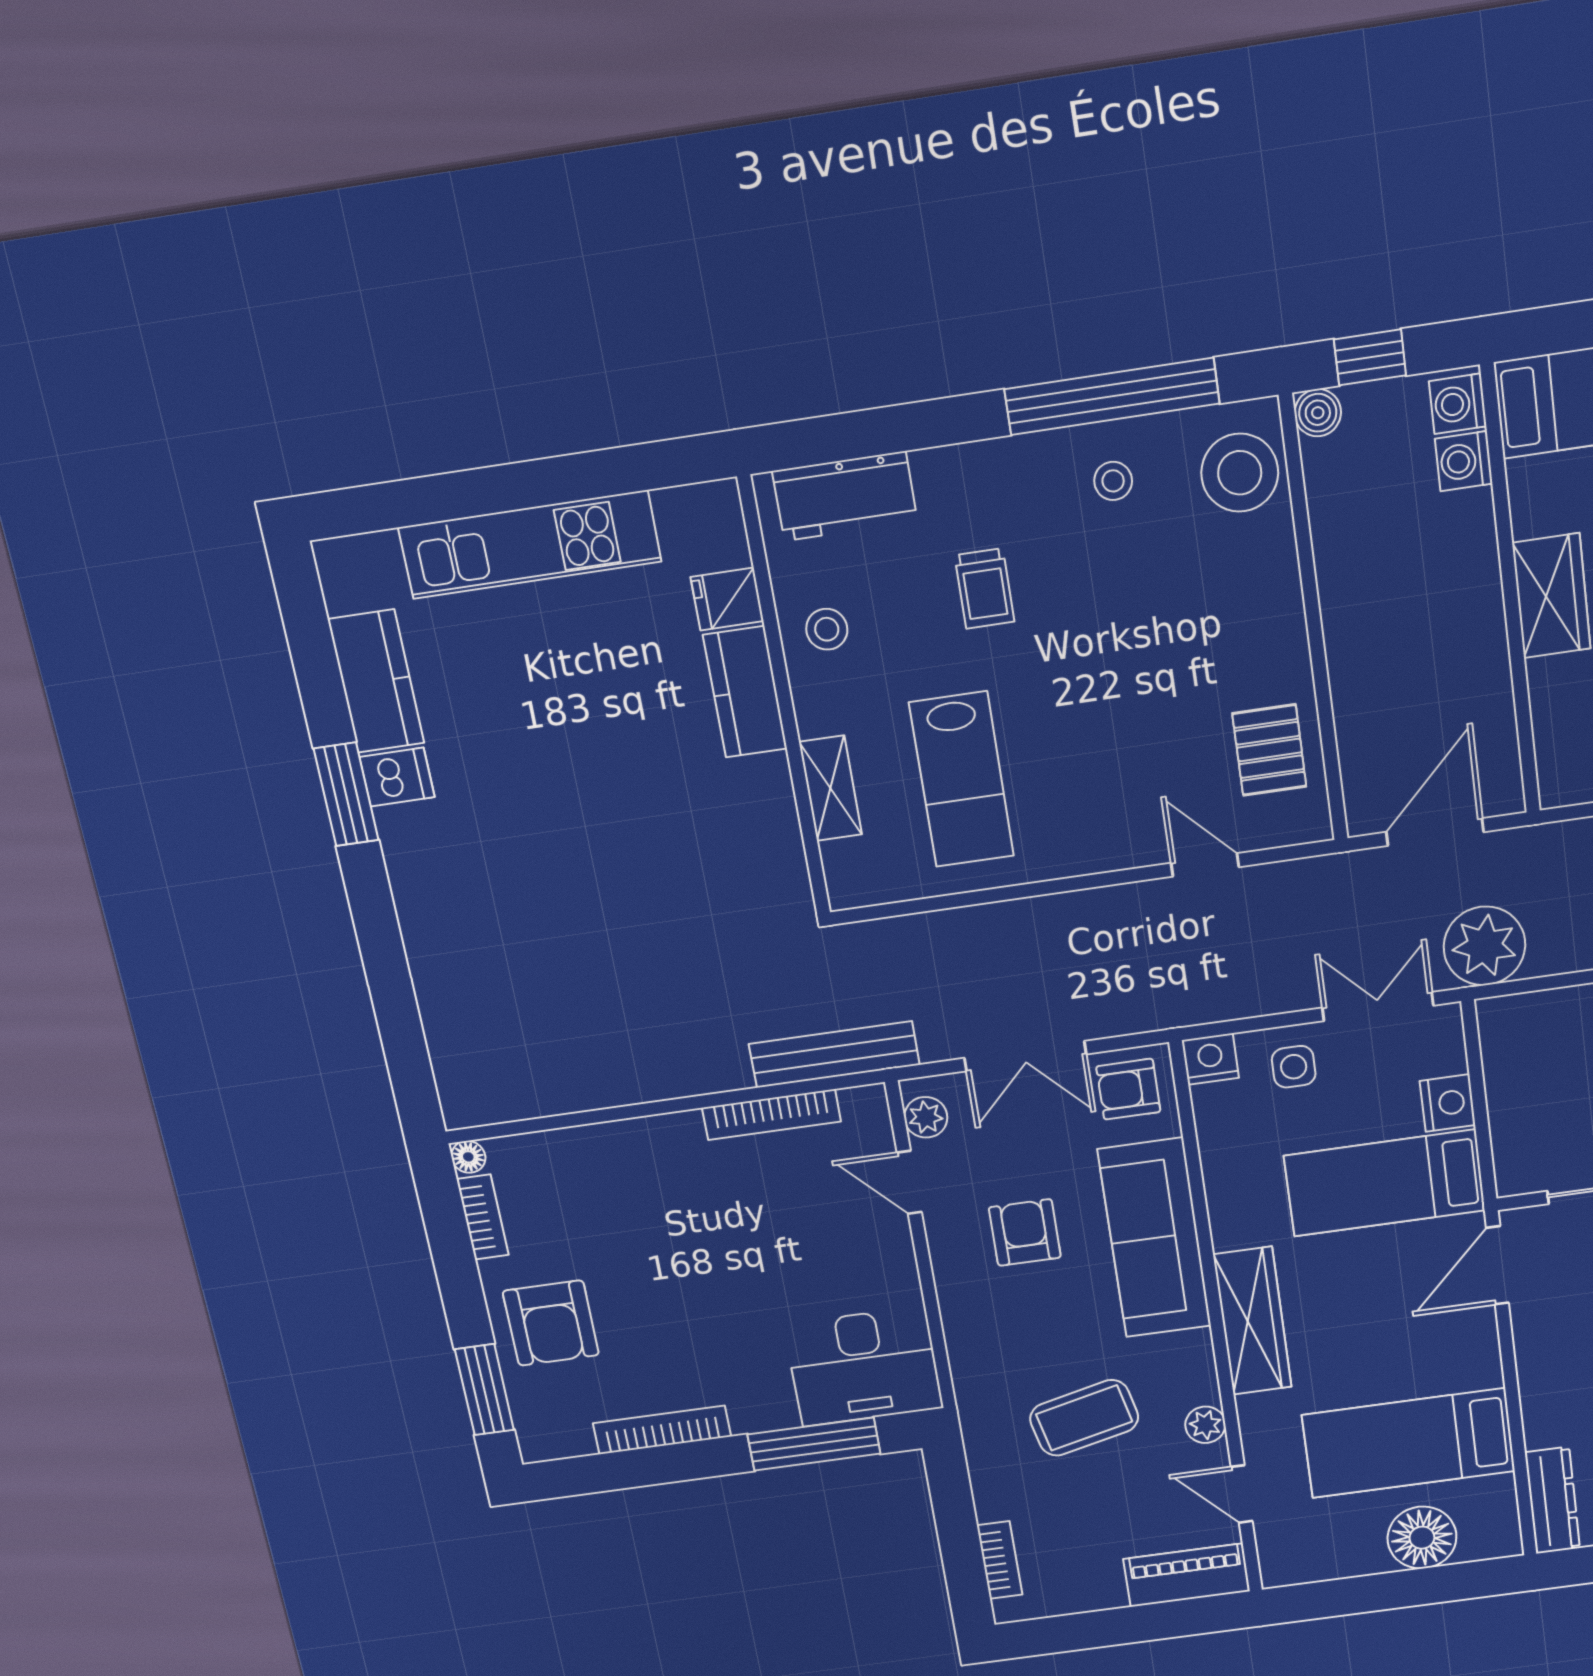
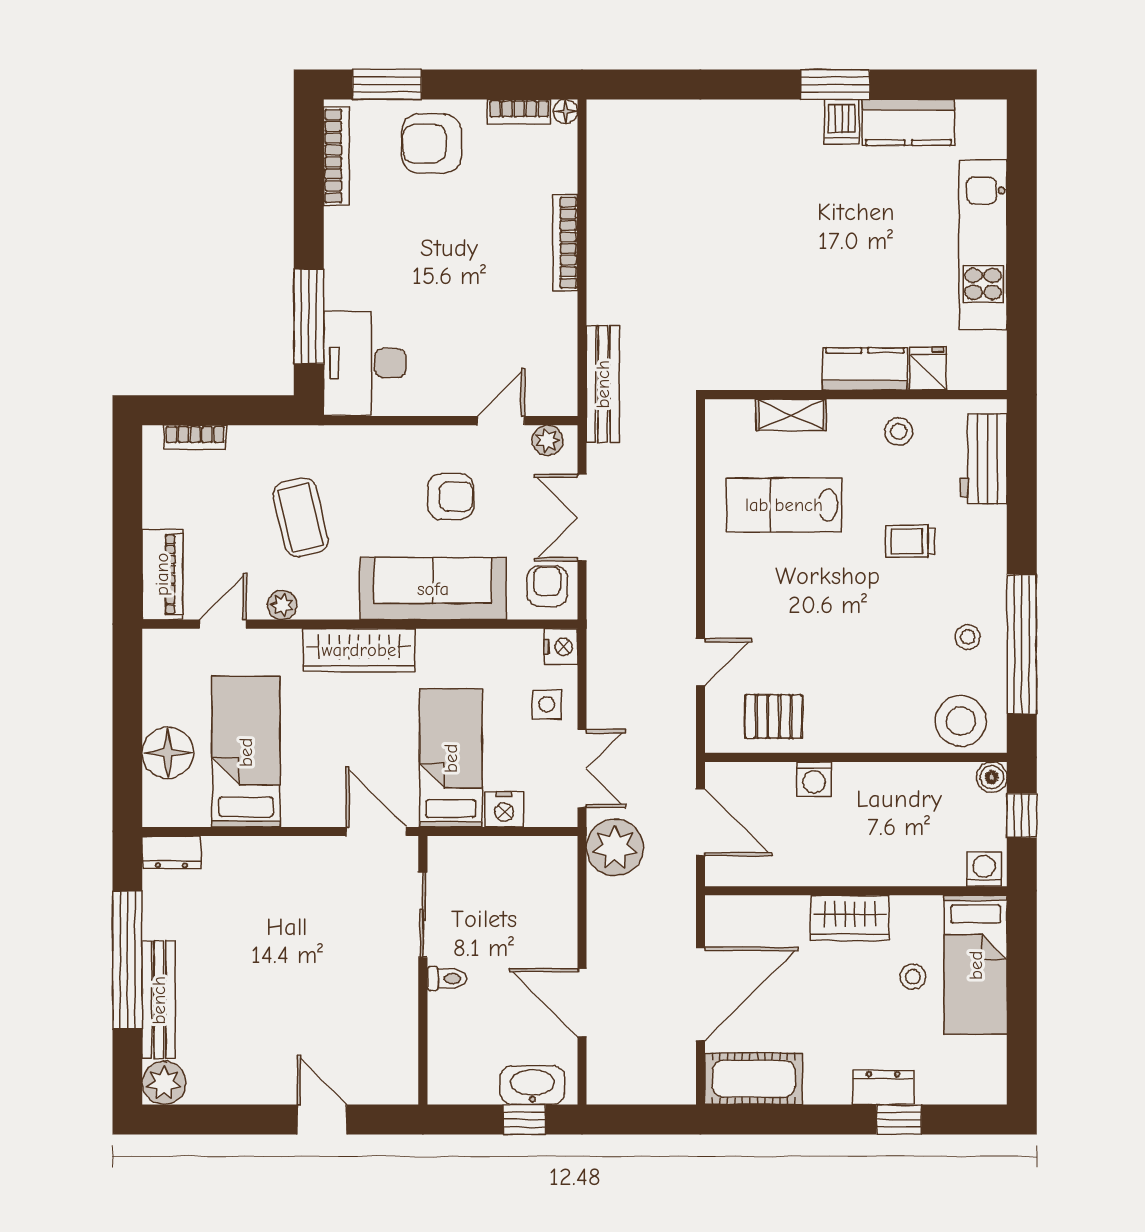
washing machine: (1464, 461) -> (814, 779), moved, turned 180
bookcase: (771, 1115) -> (565, 243), moved
bookcase: (662, 1430) -> (336, 156), moved
dresser: (1552, 1500) -> (171, 852), width x0.70

